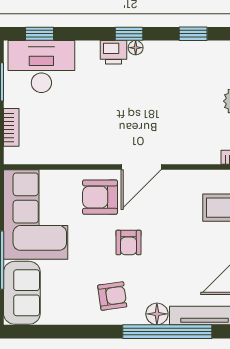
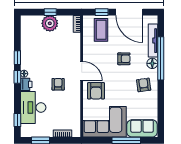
window: (193, 34) -> (17, 58), moved
desk: (41, 67) -> (33, 108), moved
armchair: (114, 118) -> (58, 84), added
armchair: (129, 242) -> (124, 59), moved

